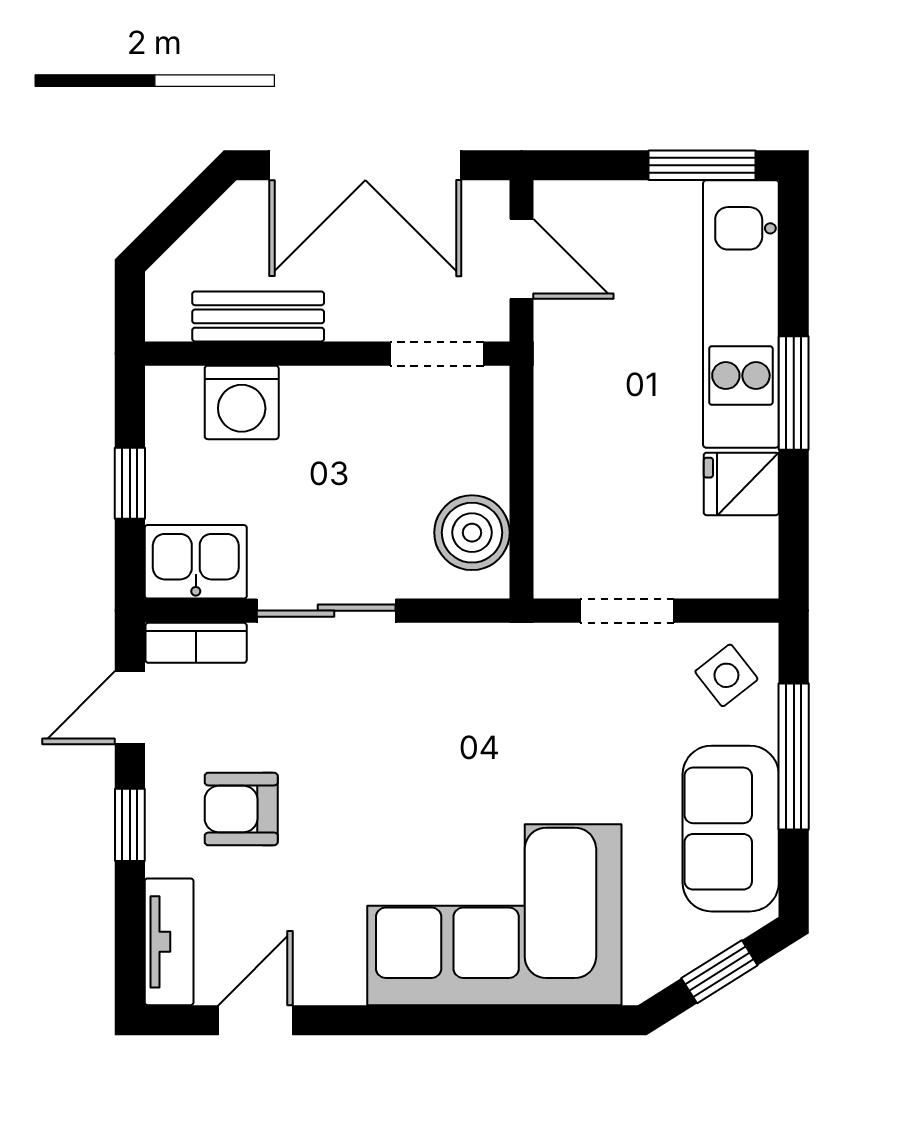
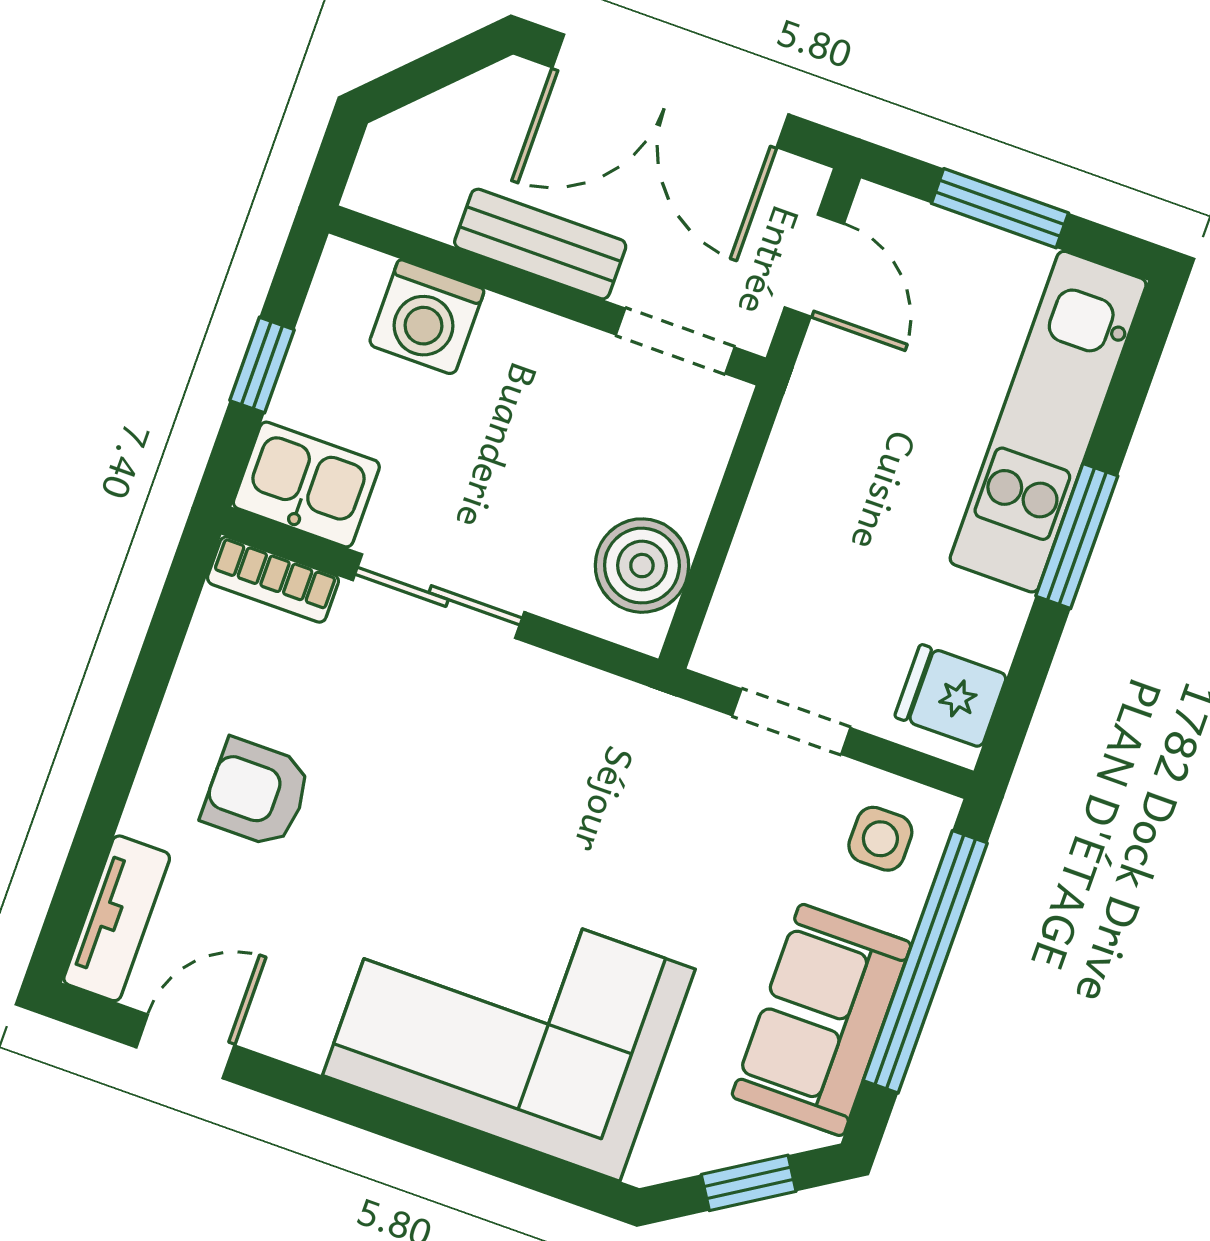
window: (702, 165) -> (1000, 208), moved
bench: (258, 316) -> (540, 244), moved
fridge: (741, 484) -> (951, 696), moved
side table: (726, 675) -> (880, 839), turned 38
door: (130, 708) -> (168, 628), removed
window: (794, 757) -> (925, 962), width x1.46
window: (130, 825) -> (120, 765), removed

